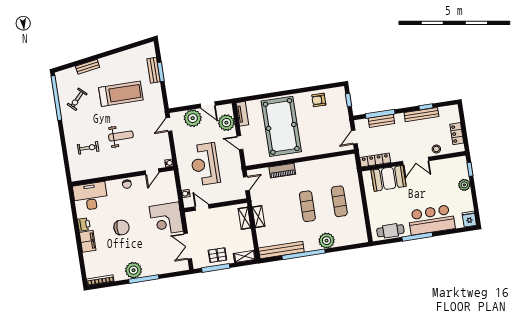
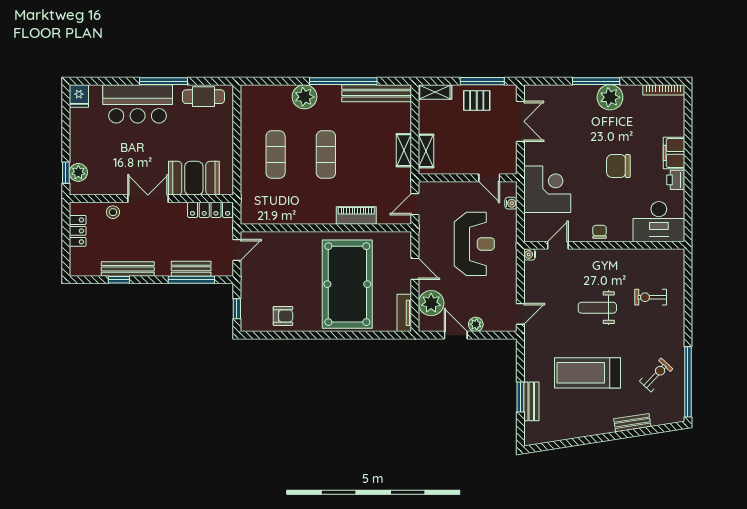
plant: (193, 118) -> (476, 324), width x0.53, depth x0.53
plant: (464, 185) -> (78, 172), moved
corner desk: (166, 219) -> (547, 189), moved

